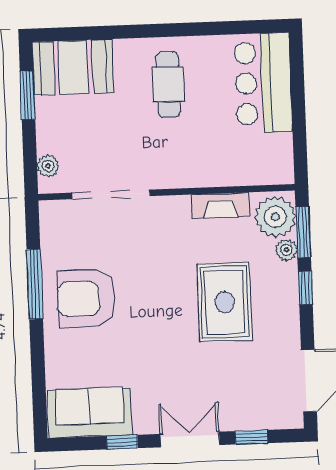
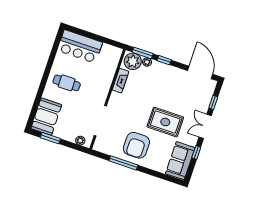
rug: (225, 302) -> (165, 122), moved

